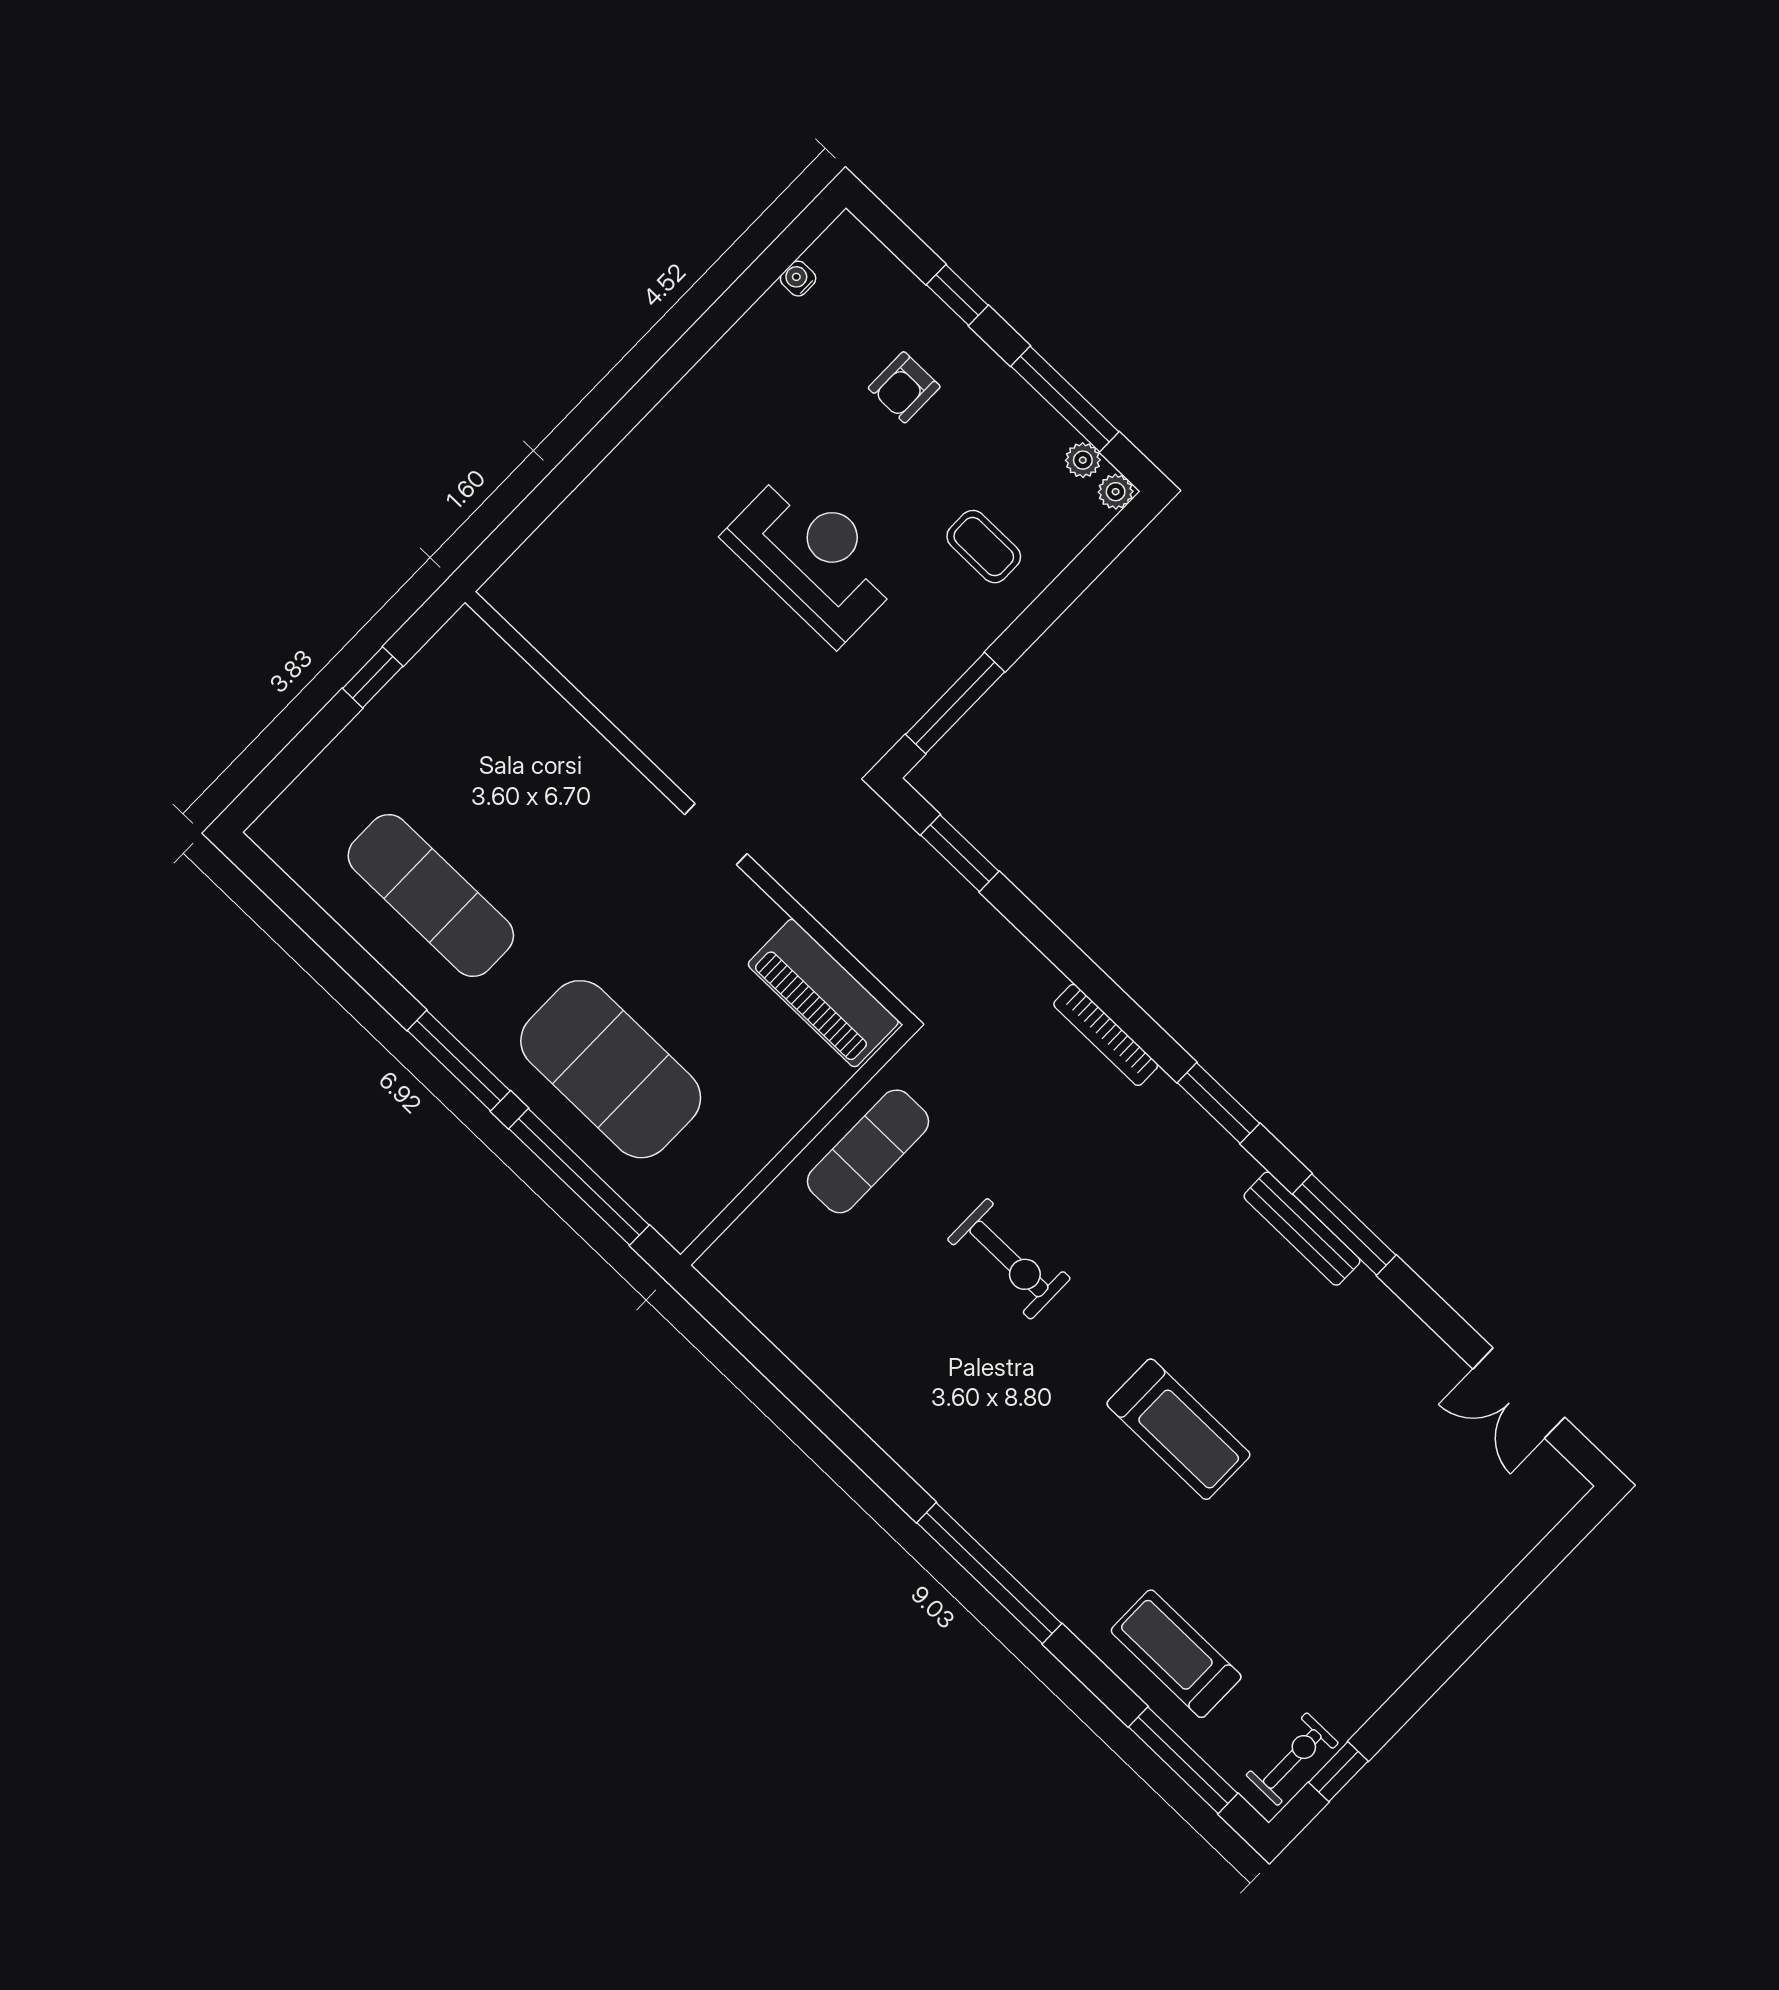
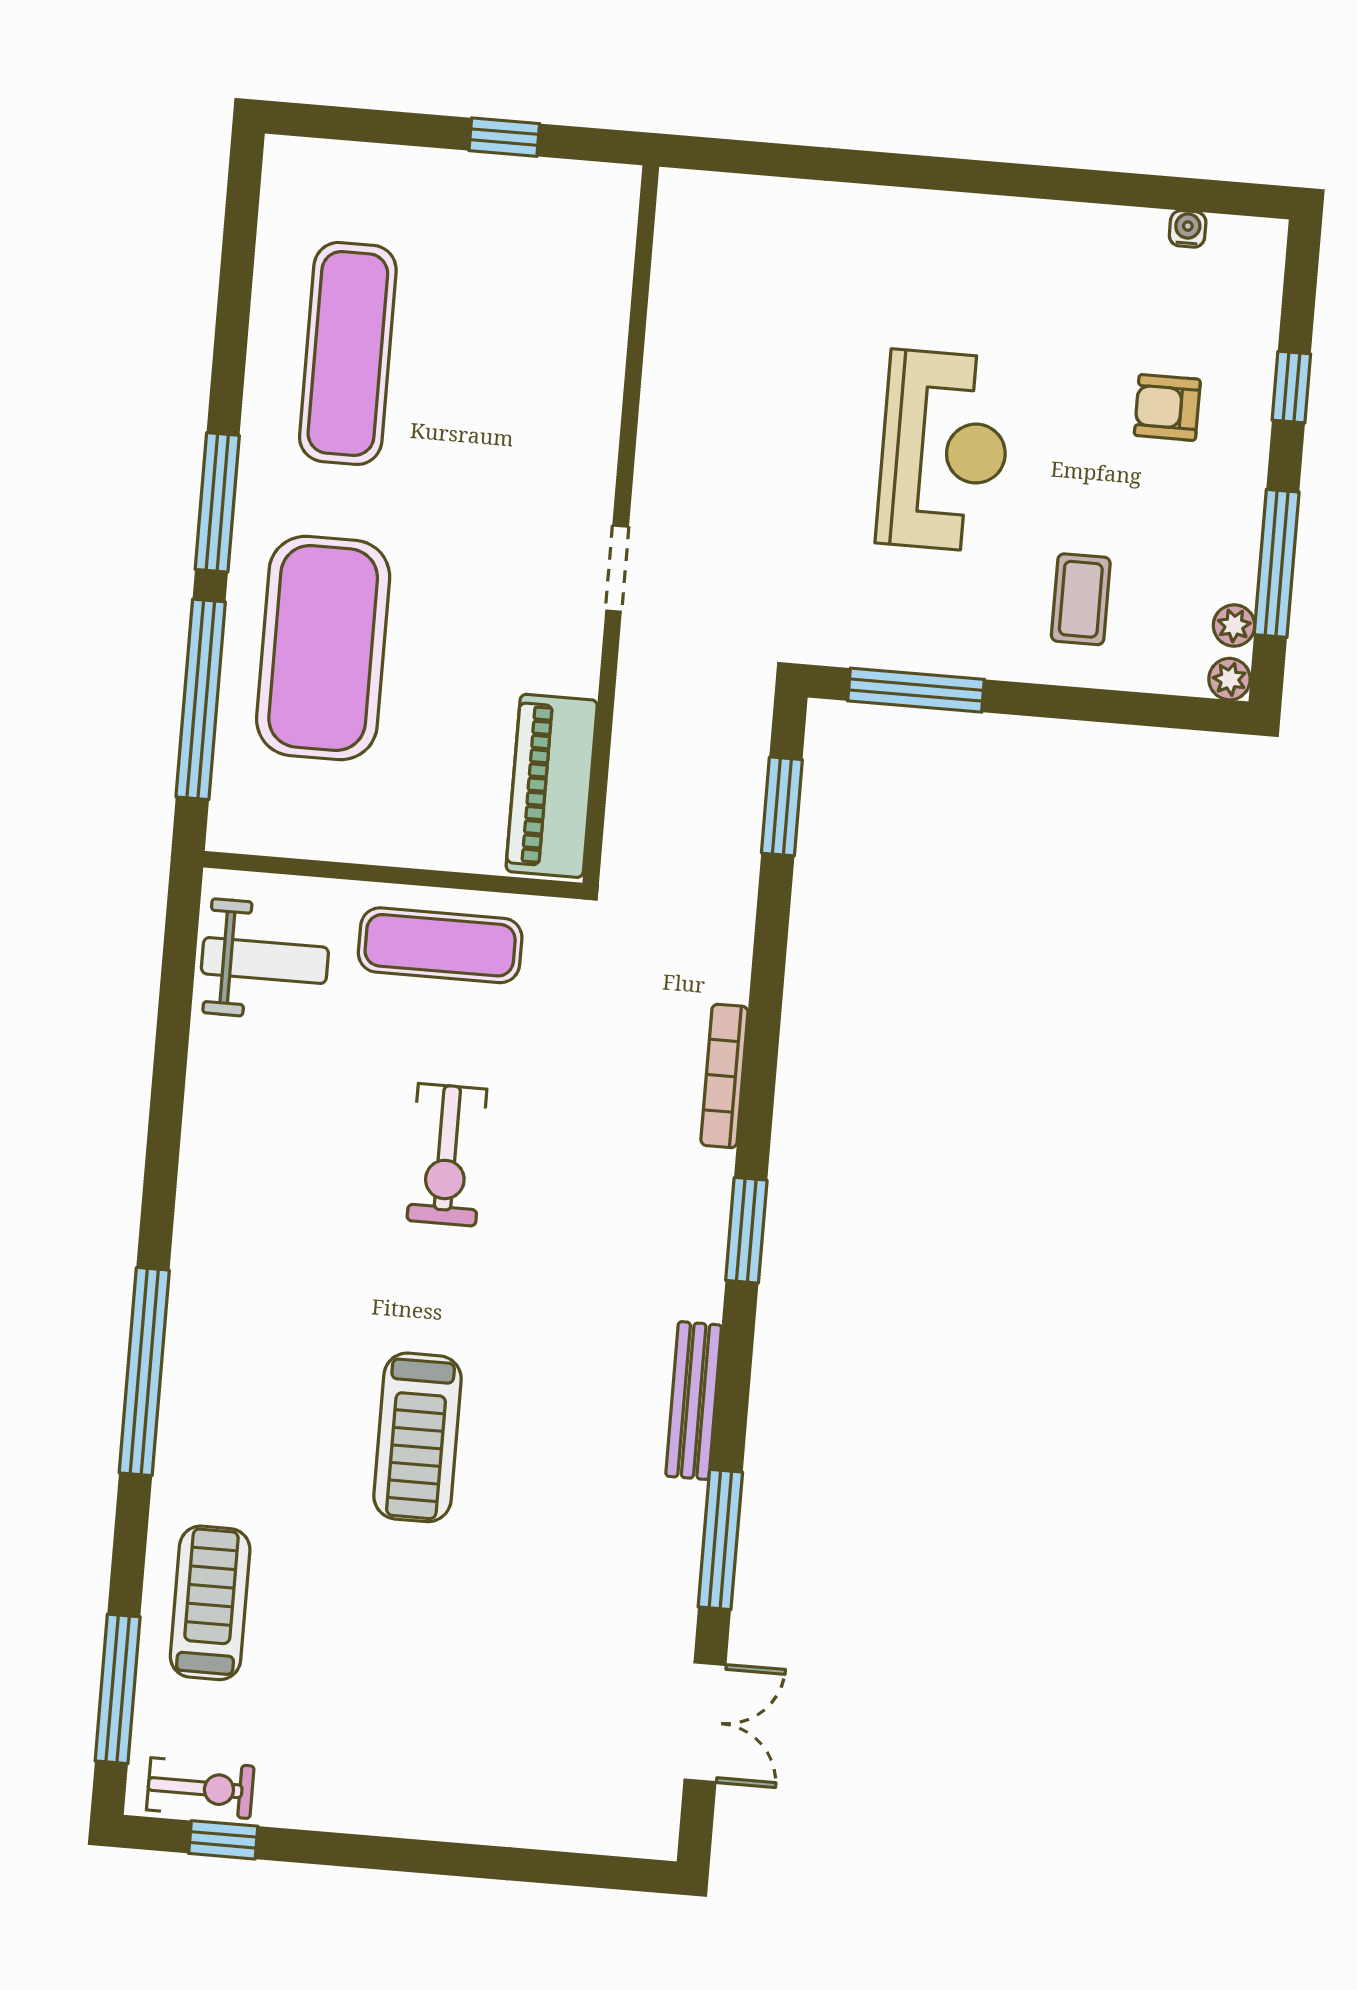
window: (1344, 1224) -> (720, 1539), moved
weight bench: (784, 1274) -> (265, 961), added
double door: (1519, 1393) -> (705, 1722), swing flipped

